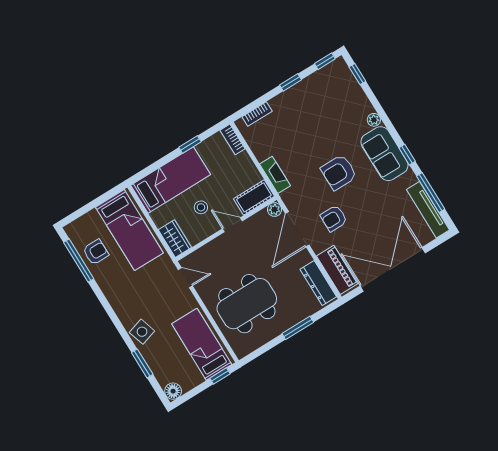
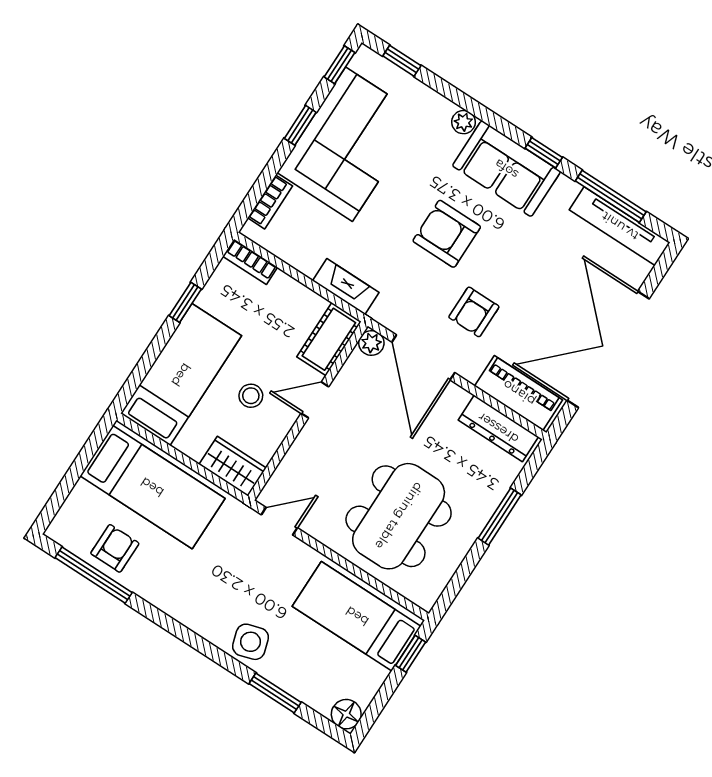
corner sofa: (311, 104) -> (349, 144), added
armchair: (339, 172) -> (447, 234), turned 90

